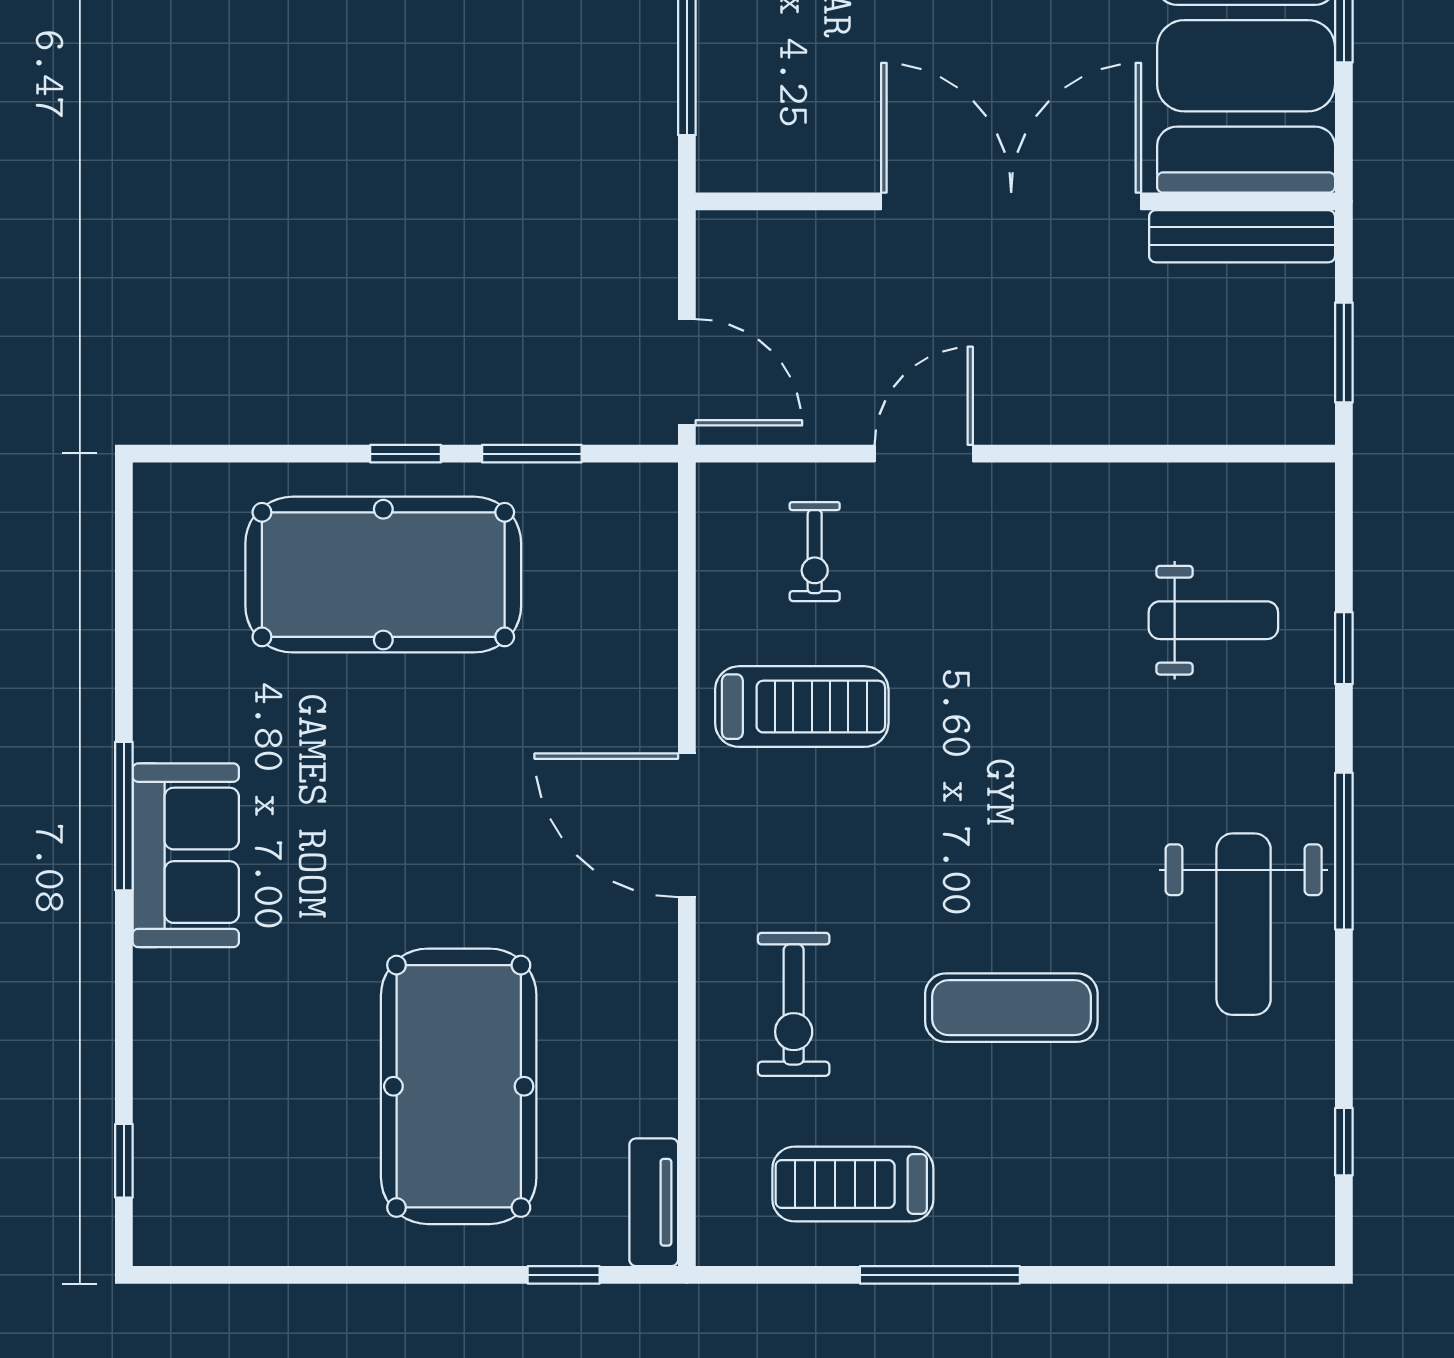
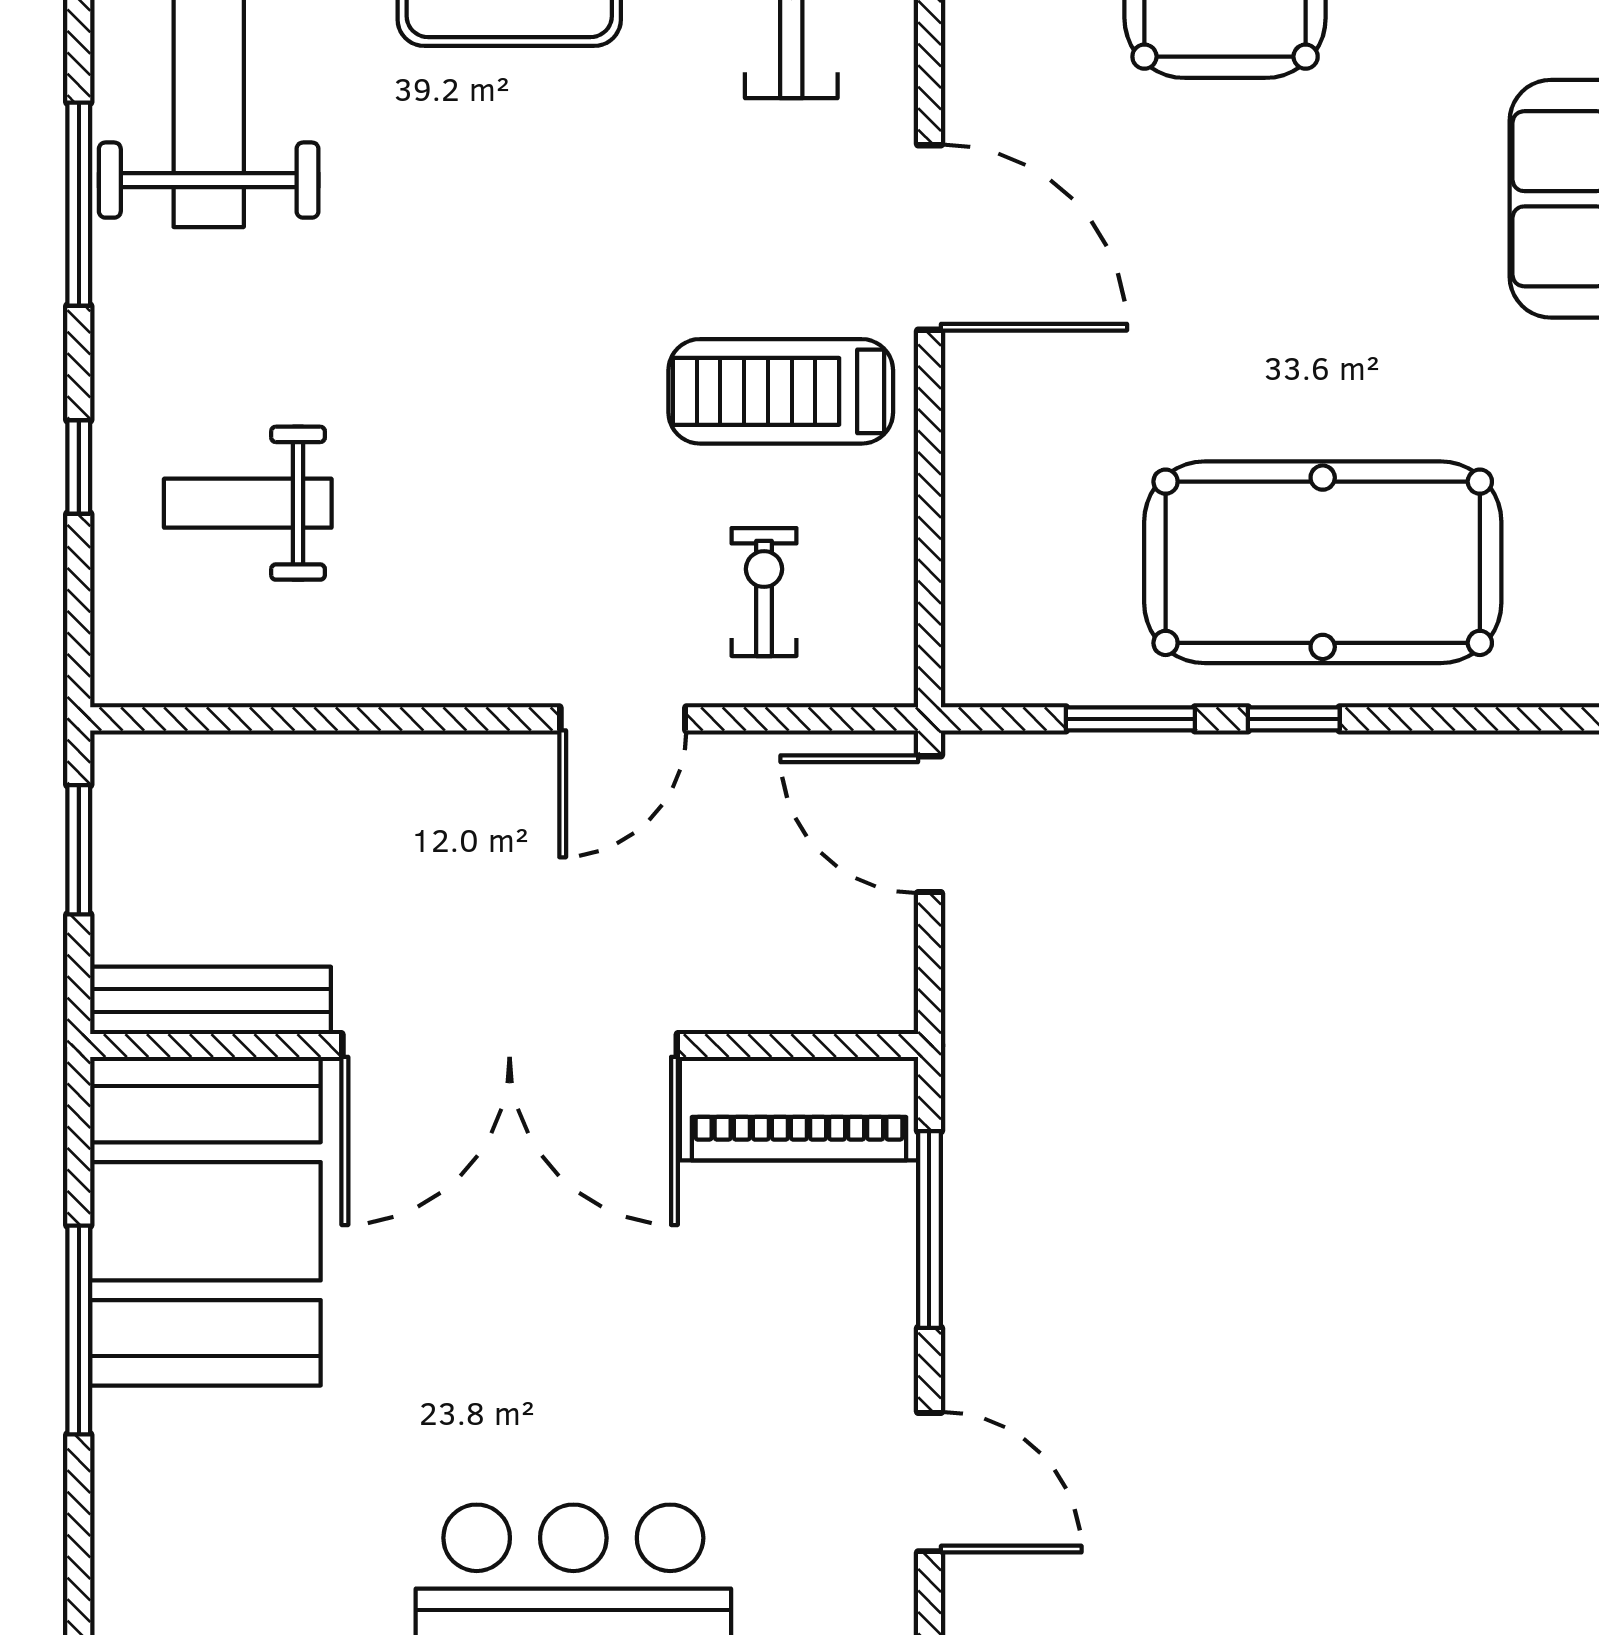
piano: (788, 153) -> (799, 1109), added

